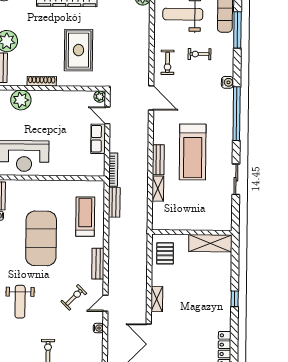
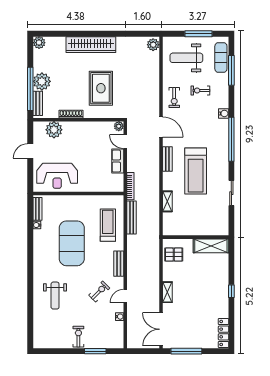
bench: (158, 160) -> (167, 159), moved
bench: (114, 202) -> (132, 218), width x1.36
pallet: (165, 253) -> (174, 255), turned 90

